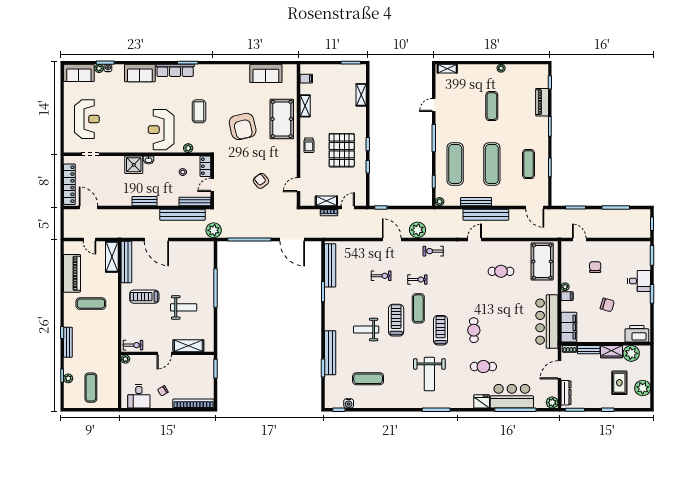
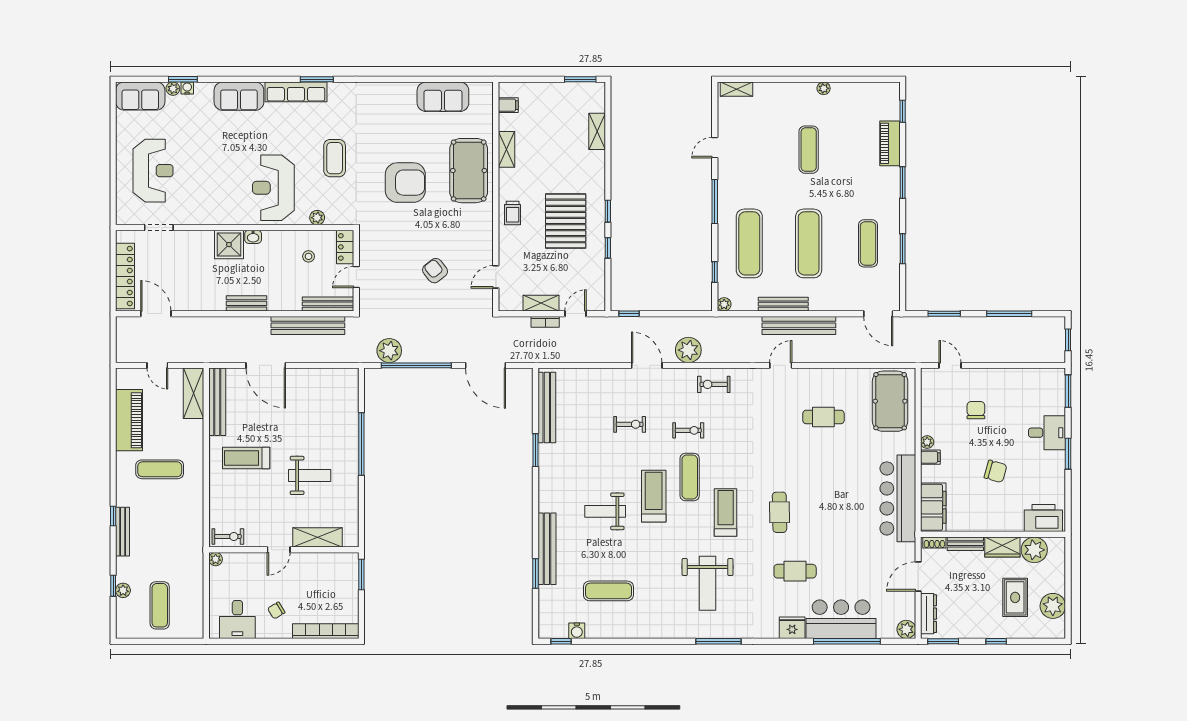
armchair: (243, 126) -> (405, 183), turned -77
plant: (214, 230) -> (389, 351), moved

